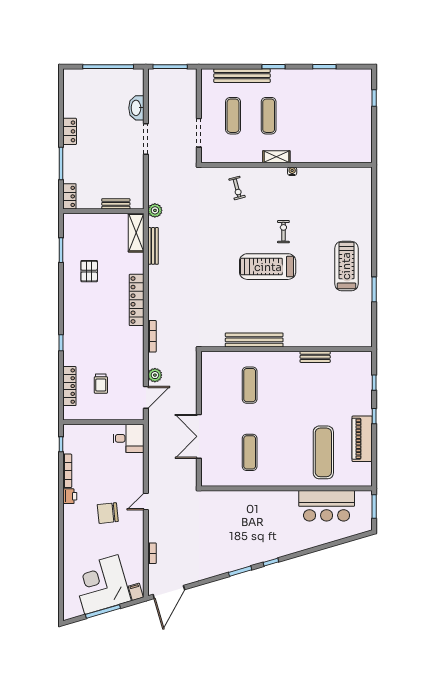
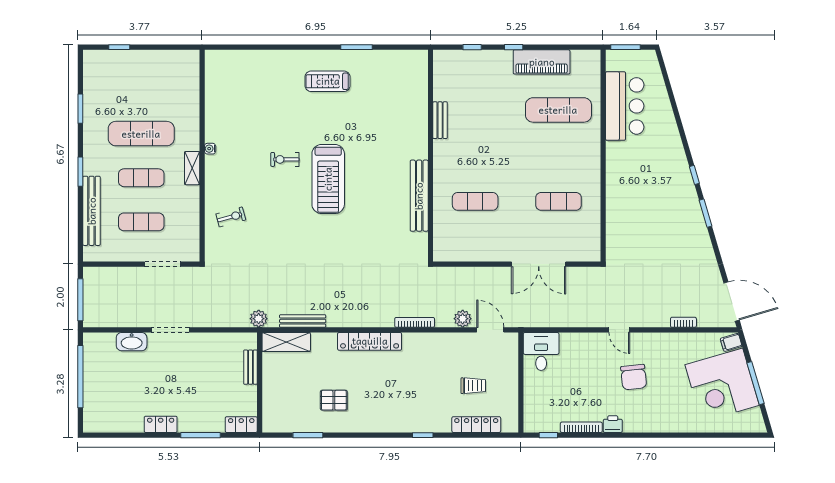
exercise mat: (304, 116) -> (141, 134), added
treadmill: (346, 266) -> (328, 81), width x0.73, depth x0.73

